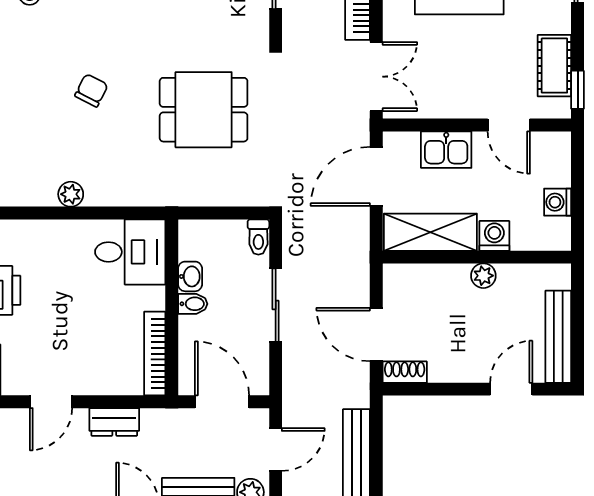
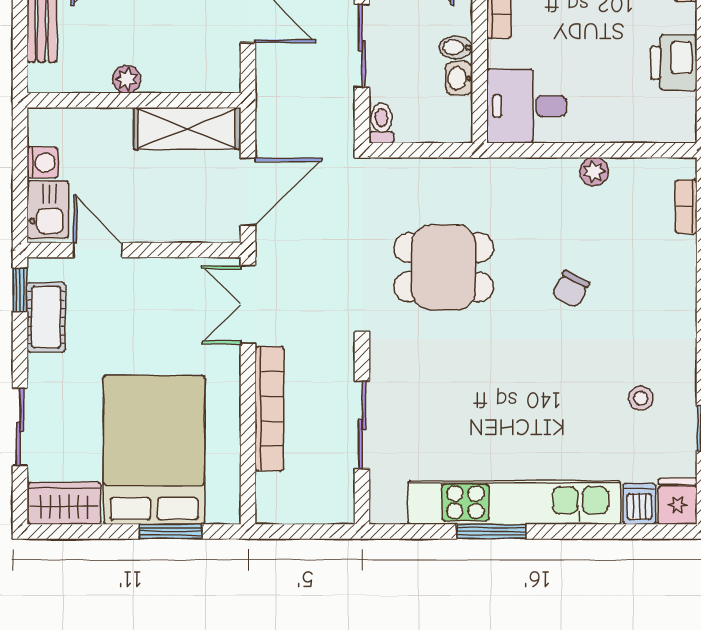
kitchen sink: (446, 150) -> (48, 209), moved, turned 90
washing machine: (494, 236) -> (114, 124), removed

